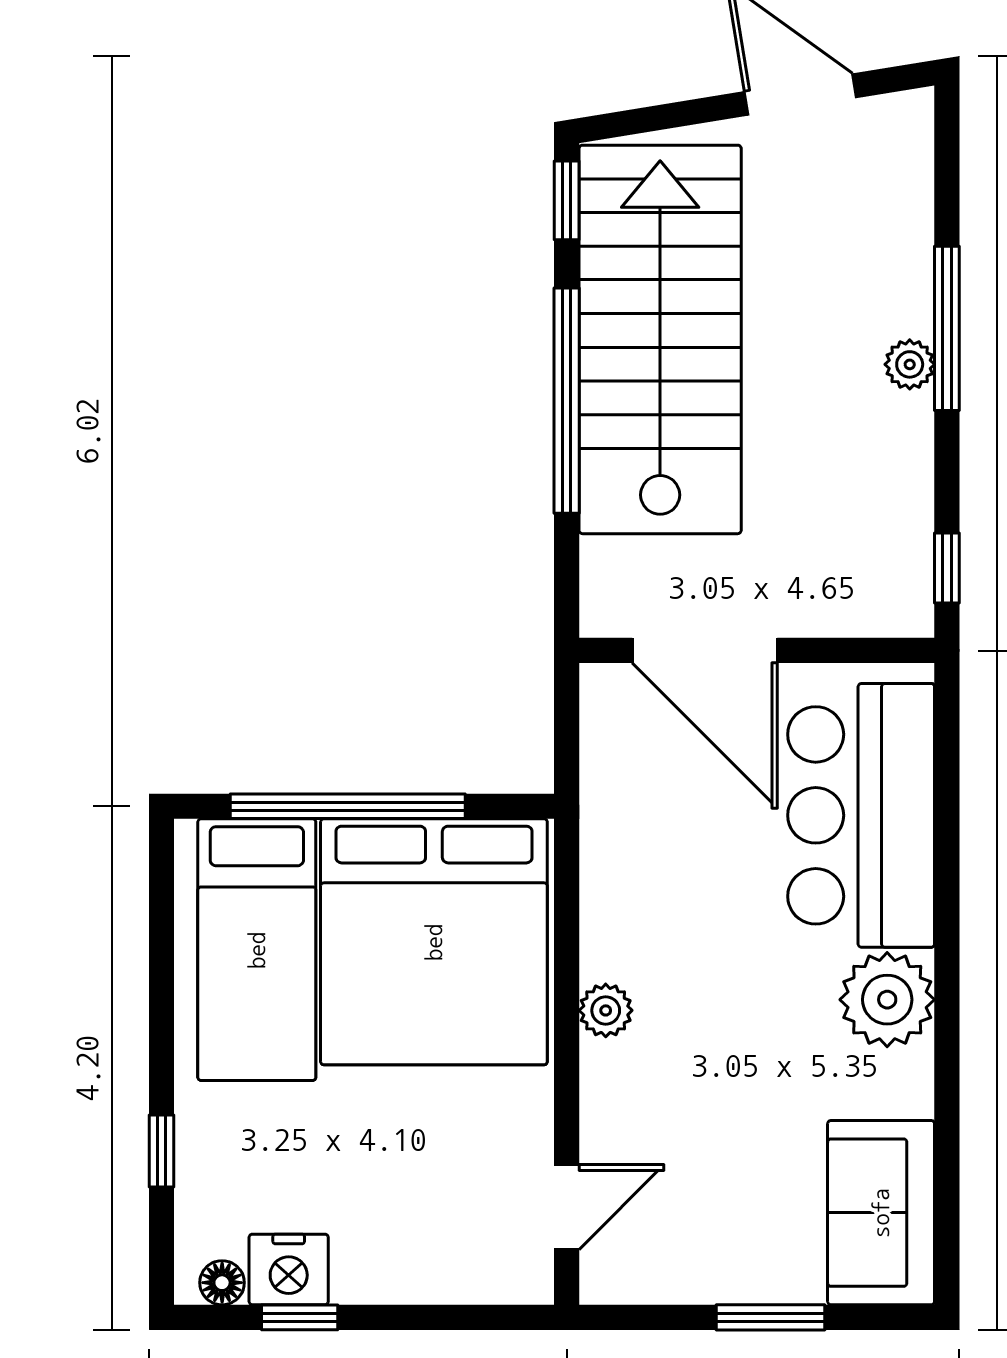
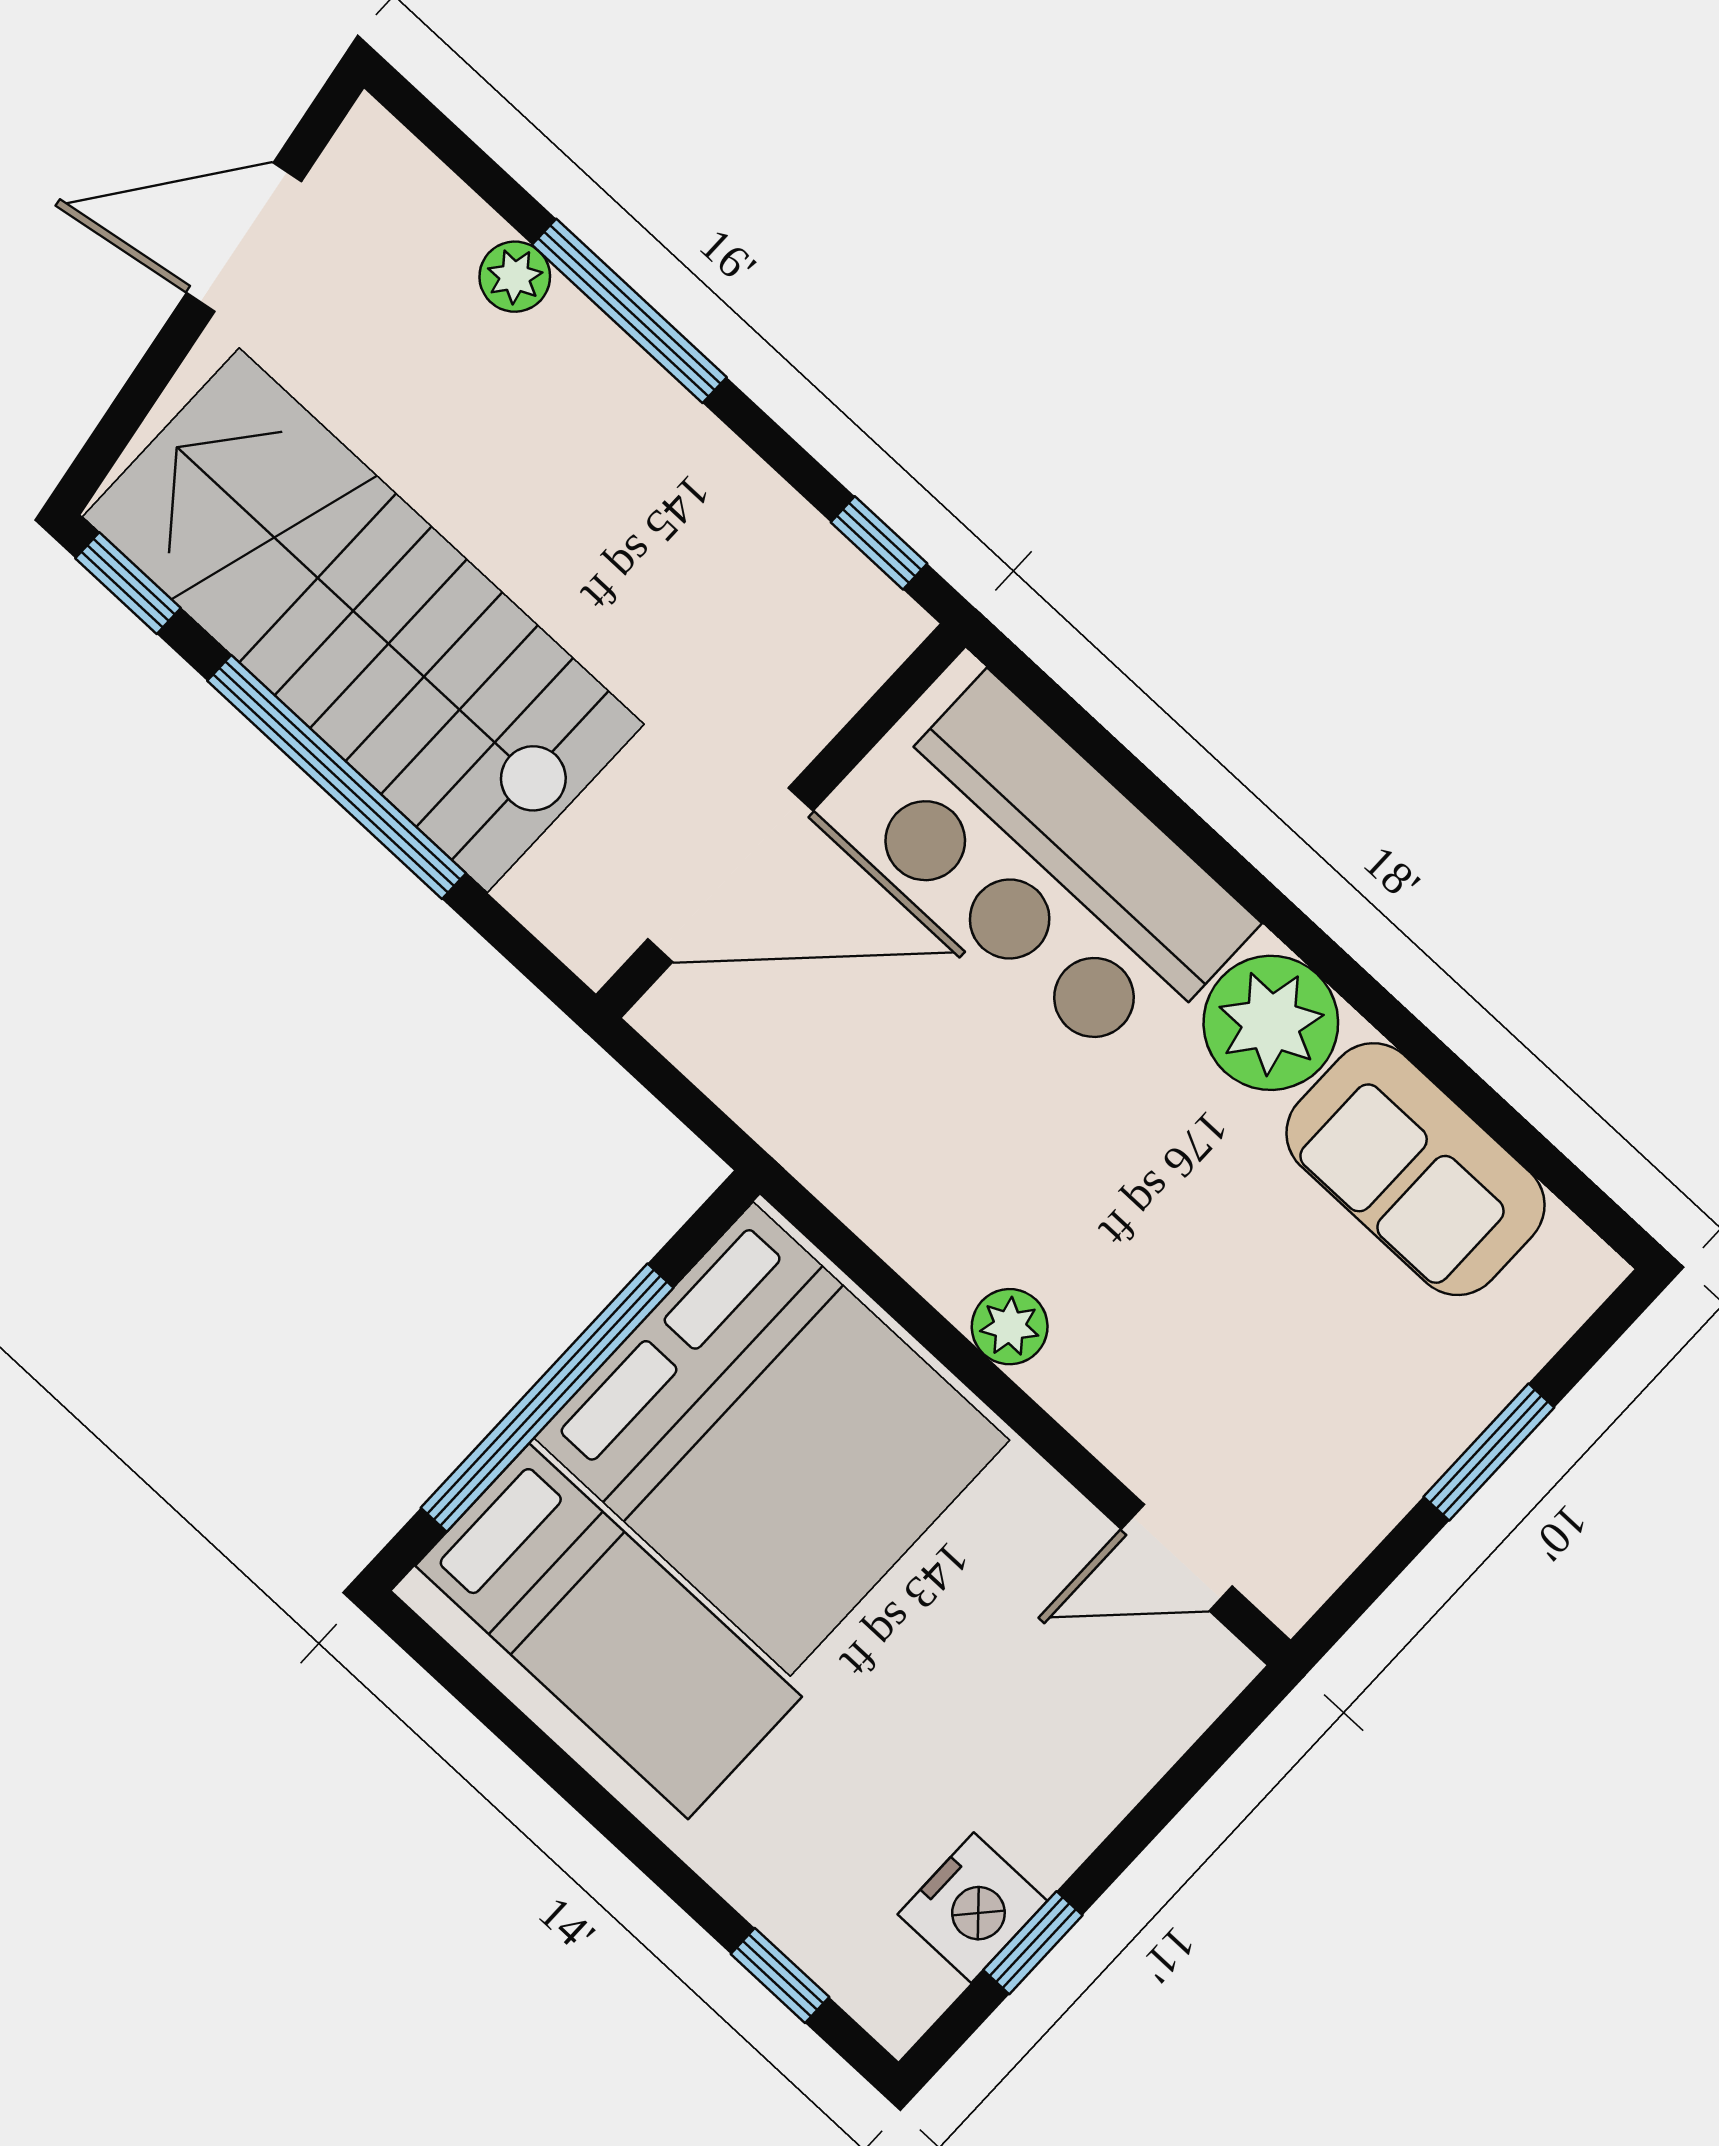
plant: (910, 364) -> (515, 277), moved
window: (162, 1151) -> (780, 1975), moved
door: (567, 1207) -> (1177, 1558), swing flipped
sofa: (881, 1213) -> (1415, 1169), moved
floor lamp: (222, 1283) -> (922, 1990), removed

